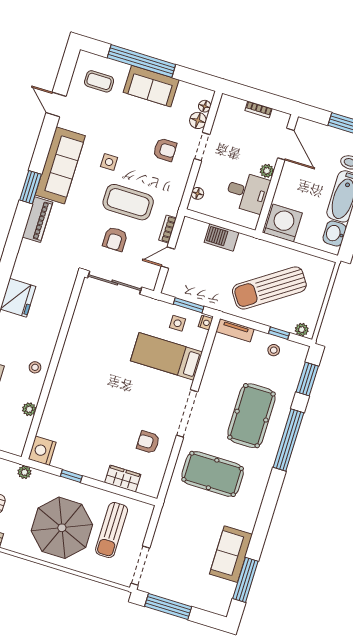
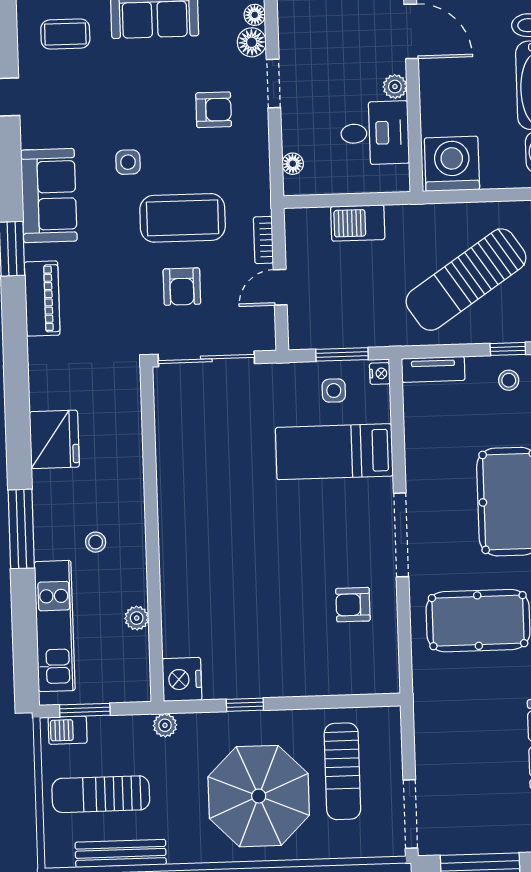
sofa: (60, 165) -> (49, 196), width x0.73
stool: (35, 367) -> (96, 542), moved
wardrobe: (123, 479) -> (332, 679), removed

